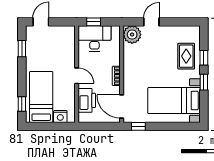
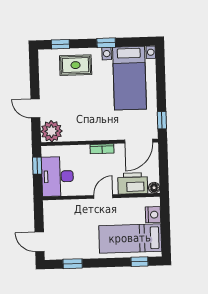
window: (94, 22) -> (37, 166), moved
window: (204, 58) -> (60, 44), moved
floor lamp: (83, 118) -> (154, 188), added

